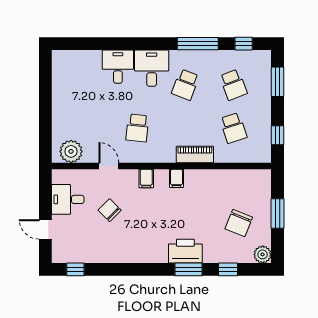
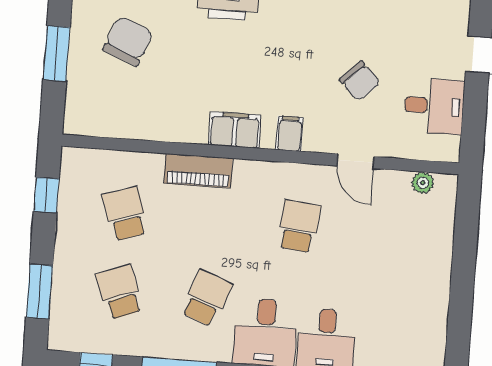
plant: (71, 151) -> (423, 183), width x0.53, depth x0.53
filing cabinet: (177, 178) -> (235, 130), width x2.00

